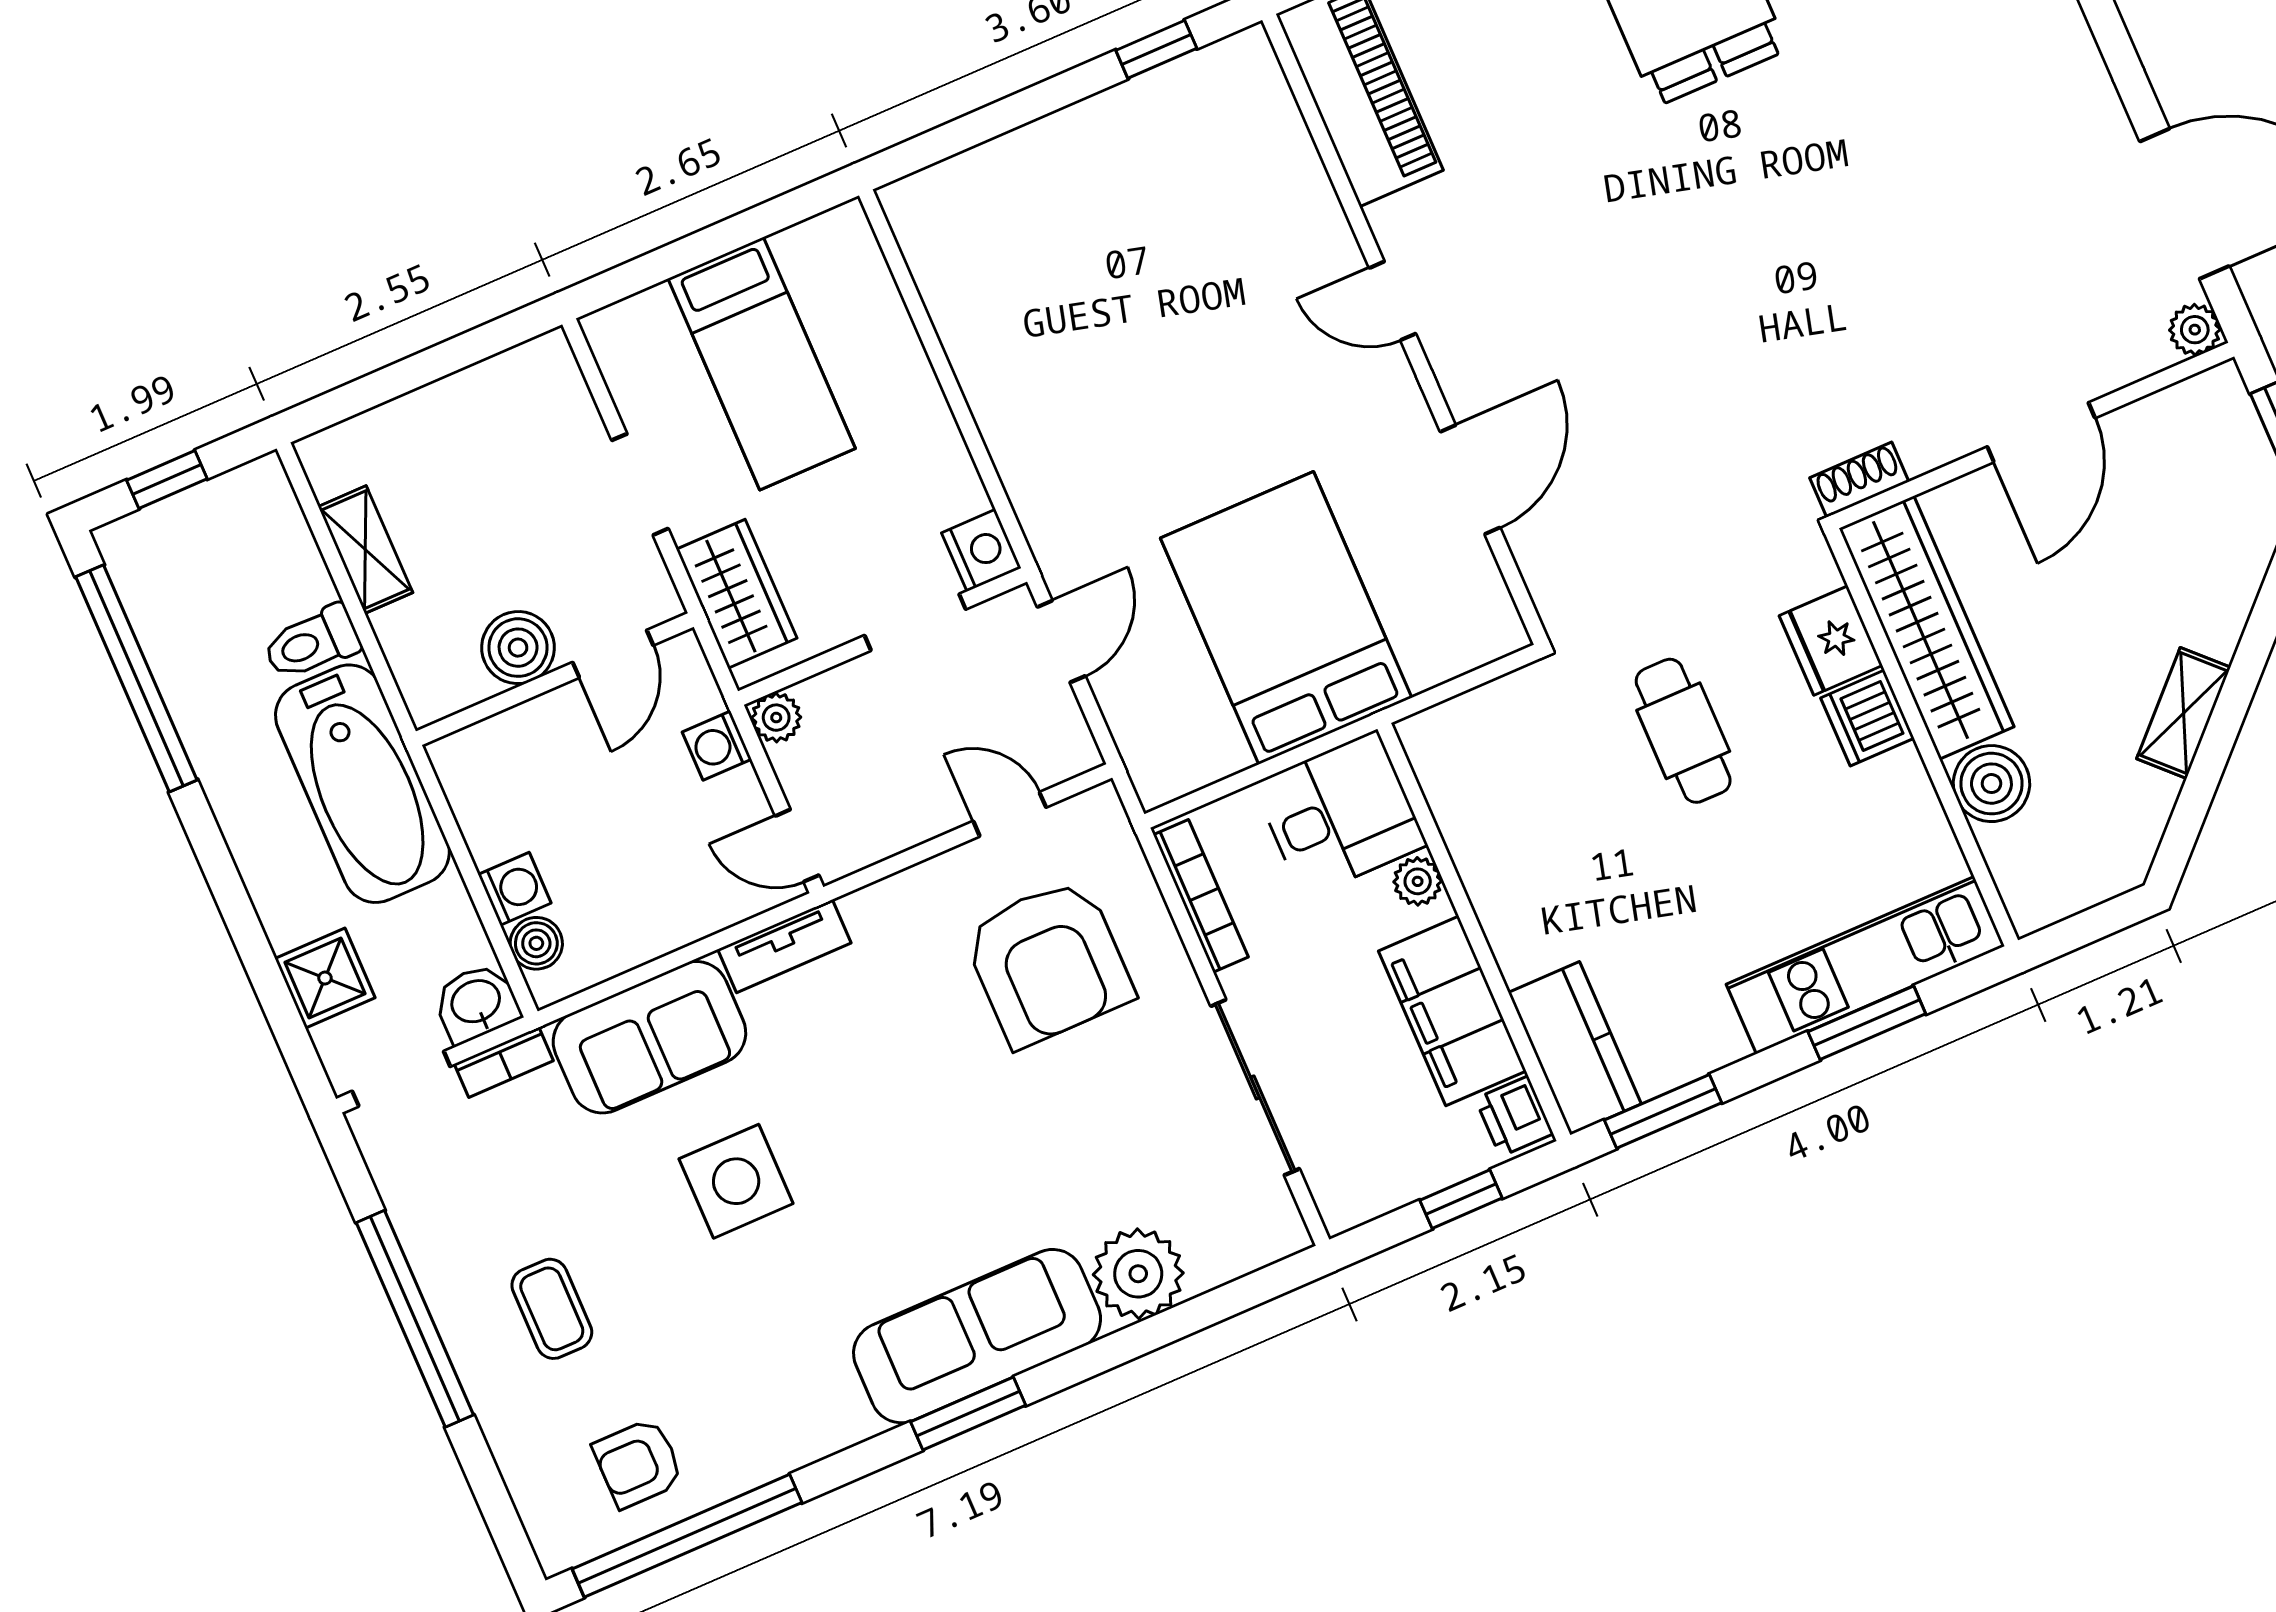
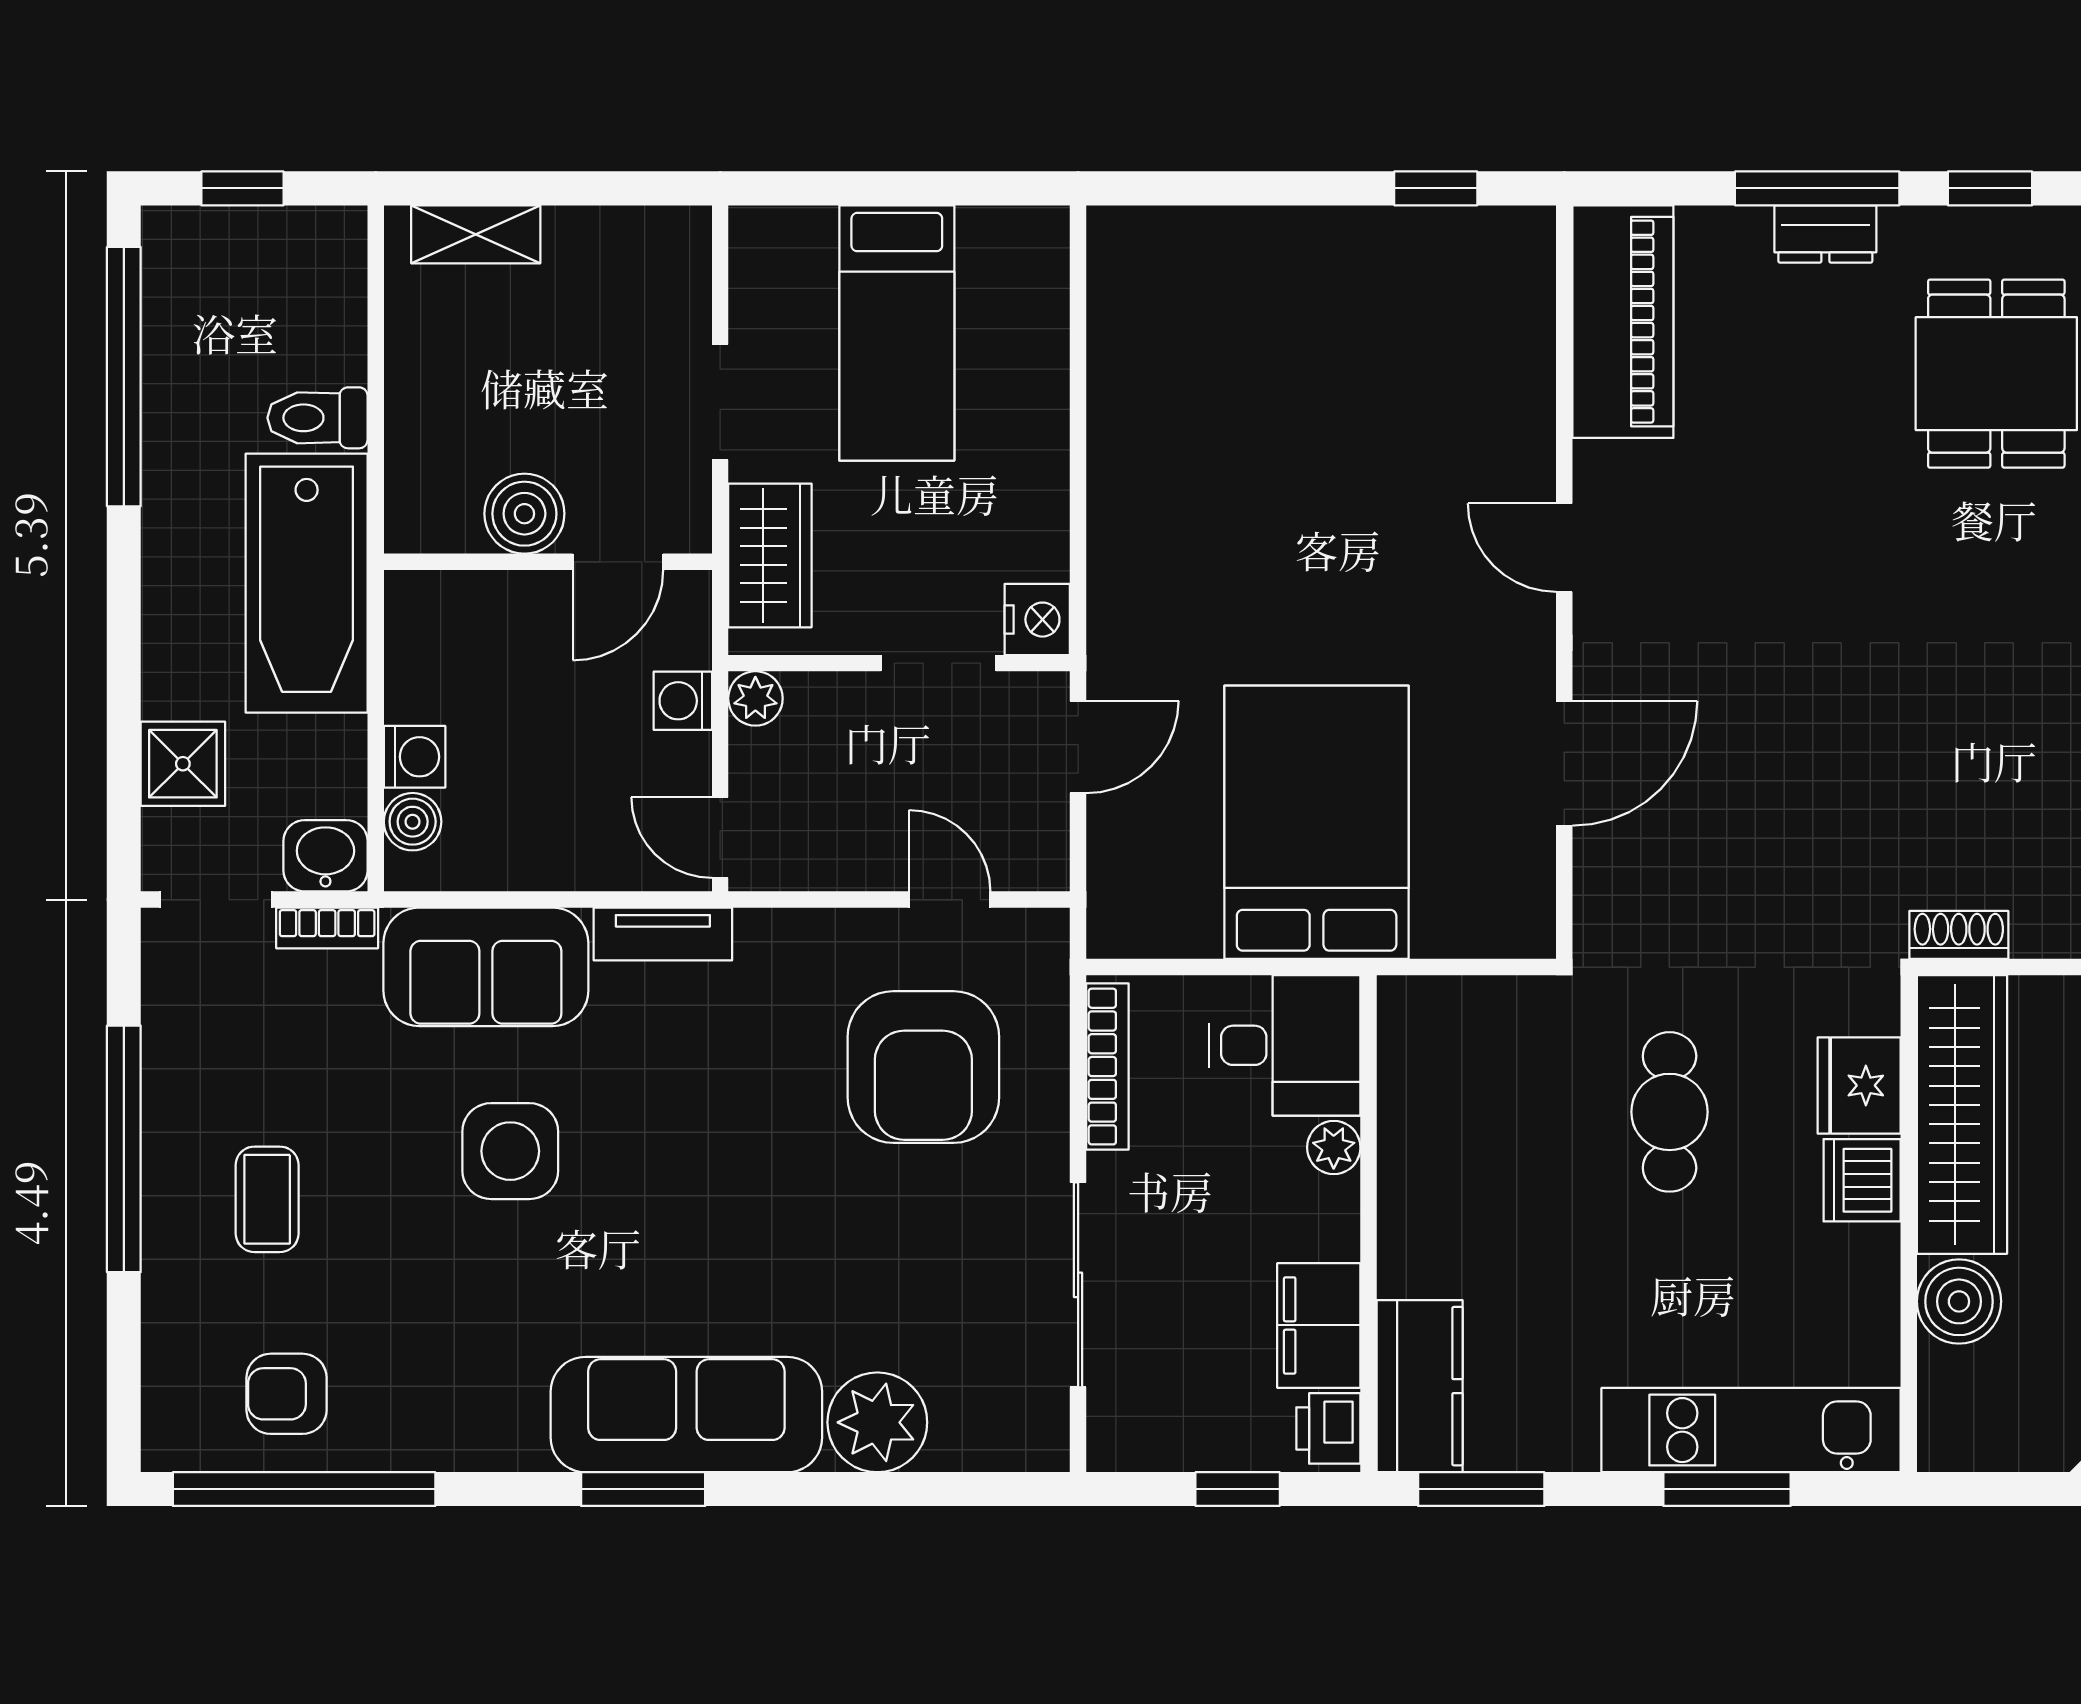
shelving: (365, 550) -> (476, 234), moved, turned 90
filing cabinet: (1452, 1011) -> (1319, 1325), width x0.67, depth x0.86

